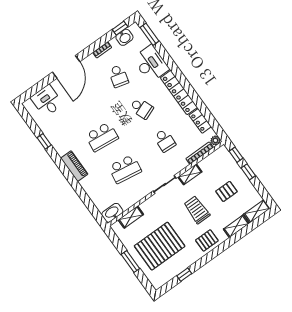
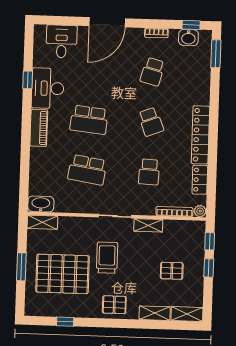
desk: (151, 64) -> (48, 88), moved, turned 180
trolley: (197, 210) -> (107, 258), moved
shelving: (131, 217) -> (42, 222), moved

